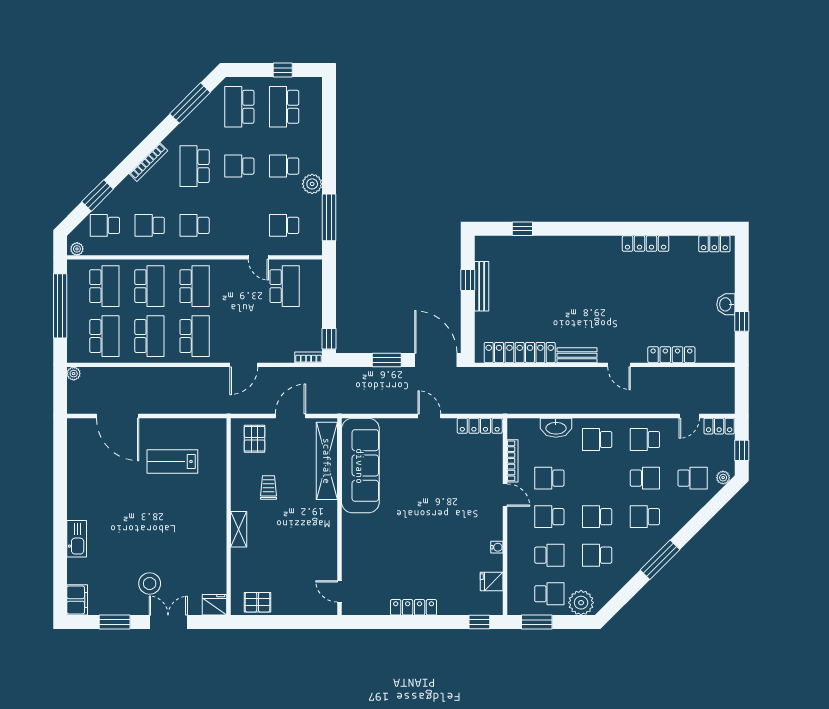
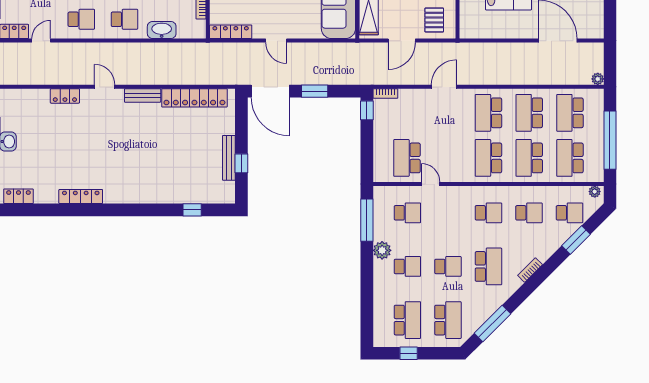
bookcase: (148, 162) -> (530, 270), width x0.64
locker: (671, 355) -> (65, 96), width x0.66

